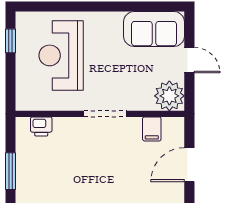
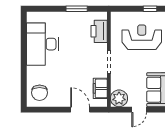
printer: (41, 126) -> (99, 31), width x1.87, depth x1.48
filing cabinet: (152, 129) -> (100, 88), width x2.00

